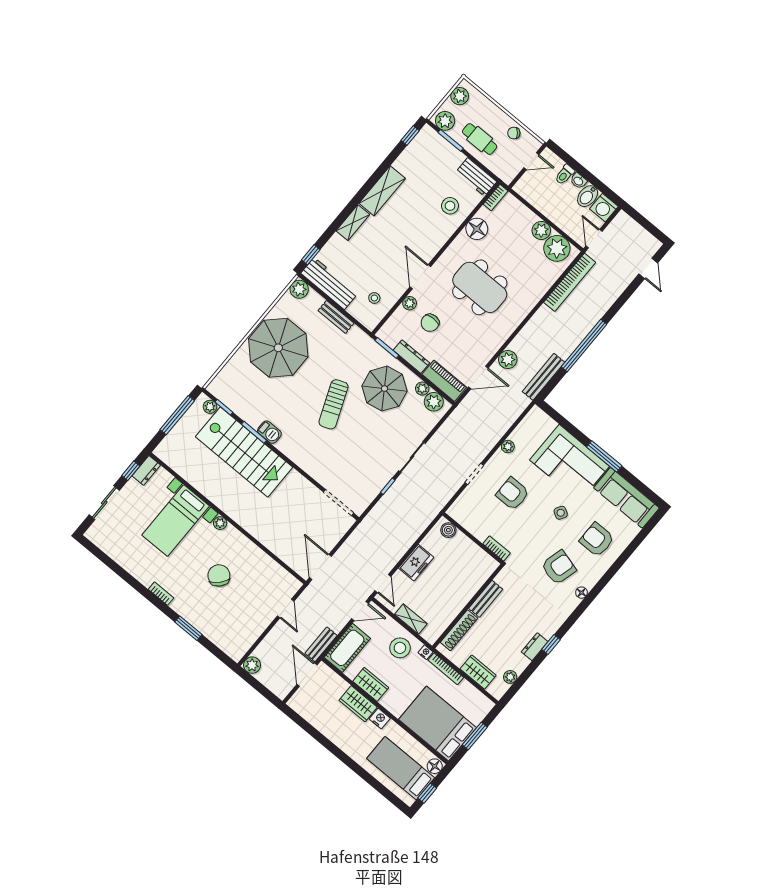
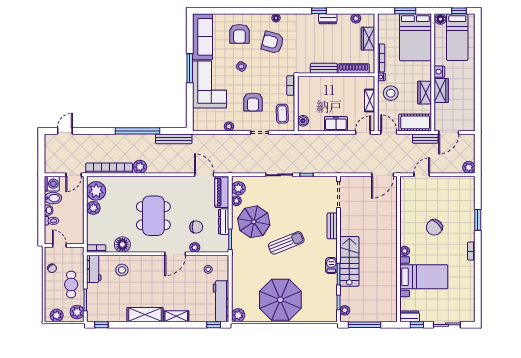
bench: (336, 317) -> (332, 226), moved
plant: (508, 360) -> (140, 167), moved
stairs: (244, 452) -> (349, 261), width x0.73, depth x0.66
coffee table: (474, 514) -> (282, 114), added

